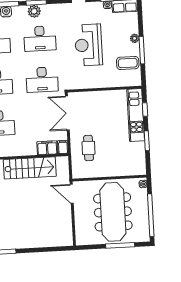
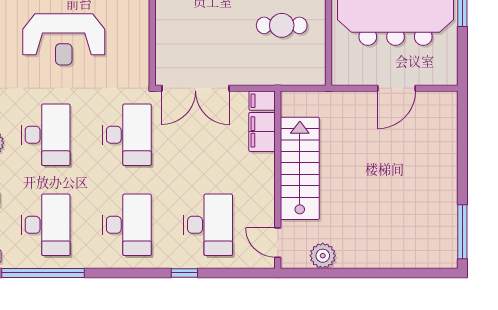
cafe table: (89, 148) -> (282, 25), moved
door: (72, 194) -> (397, 88), moved

